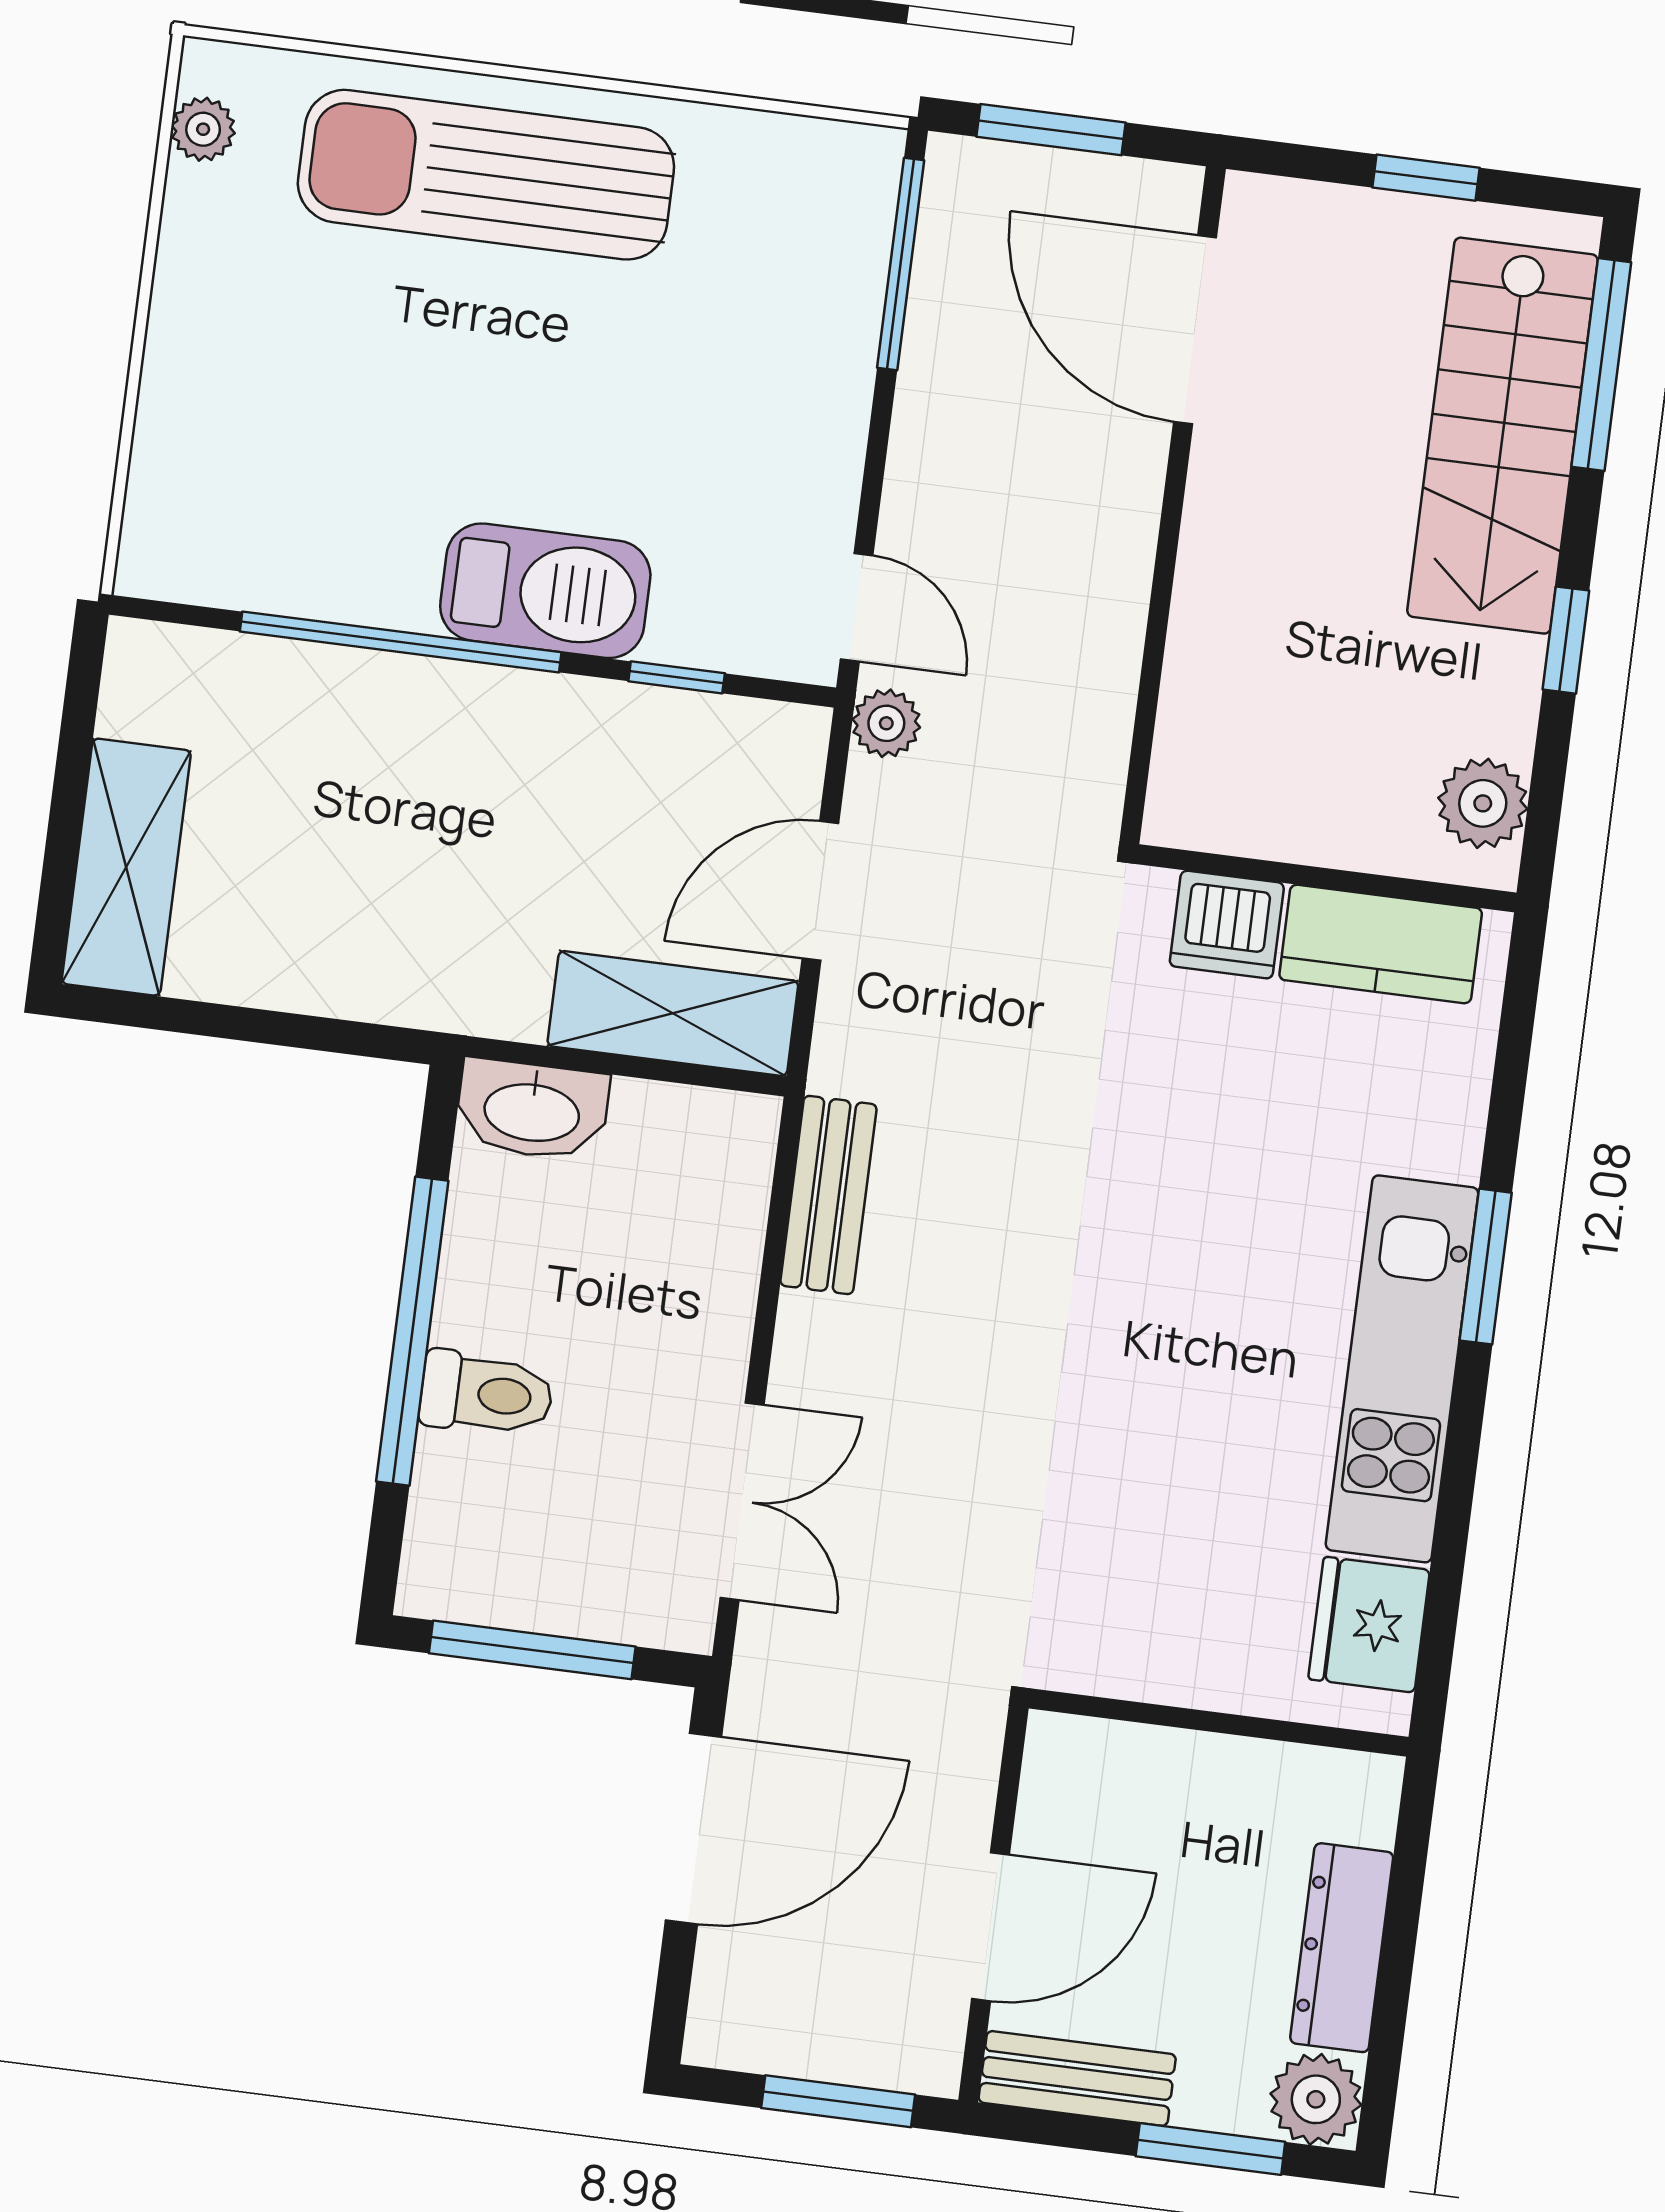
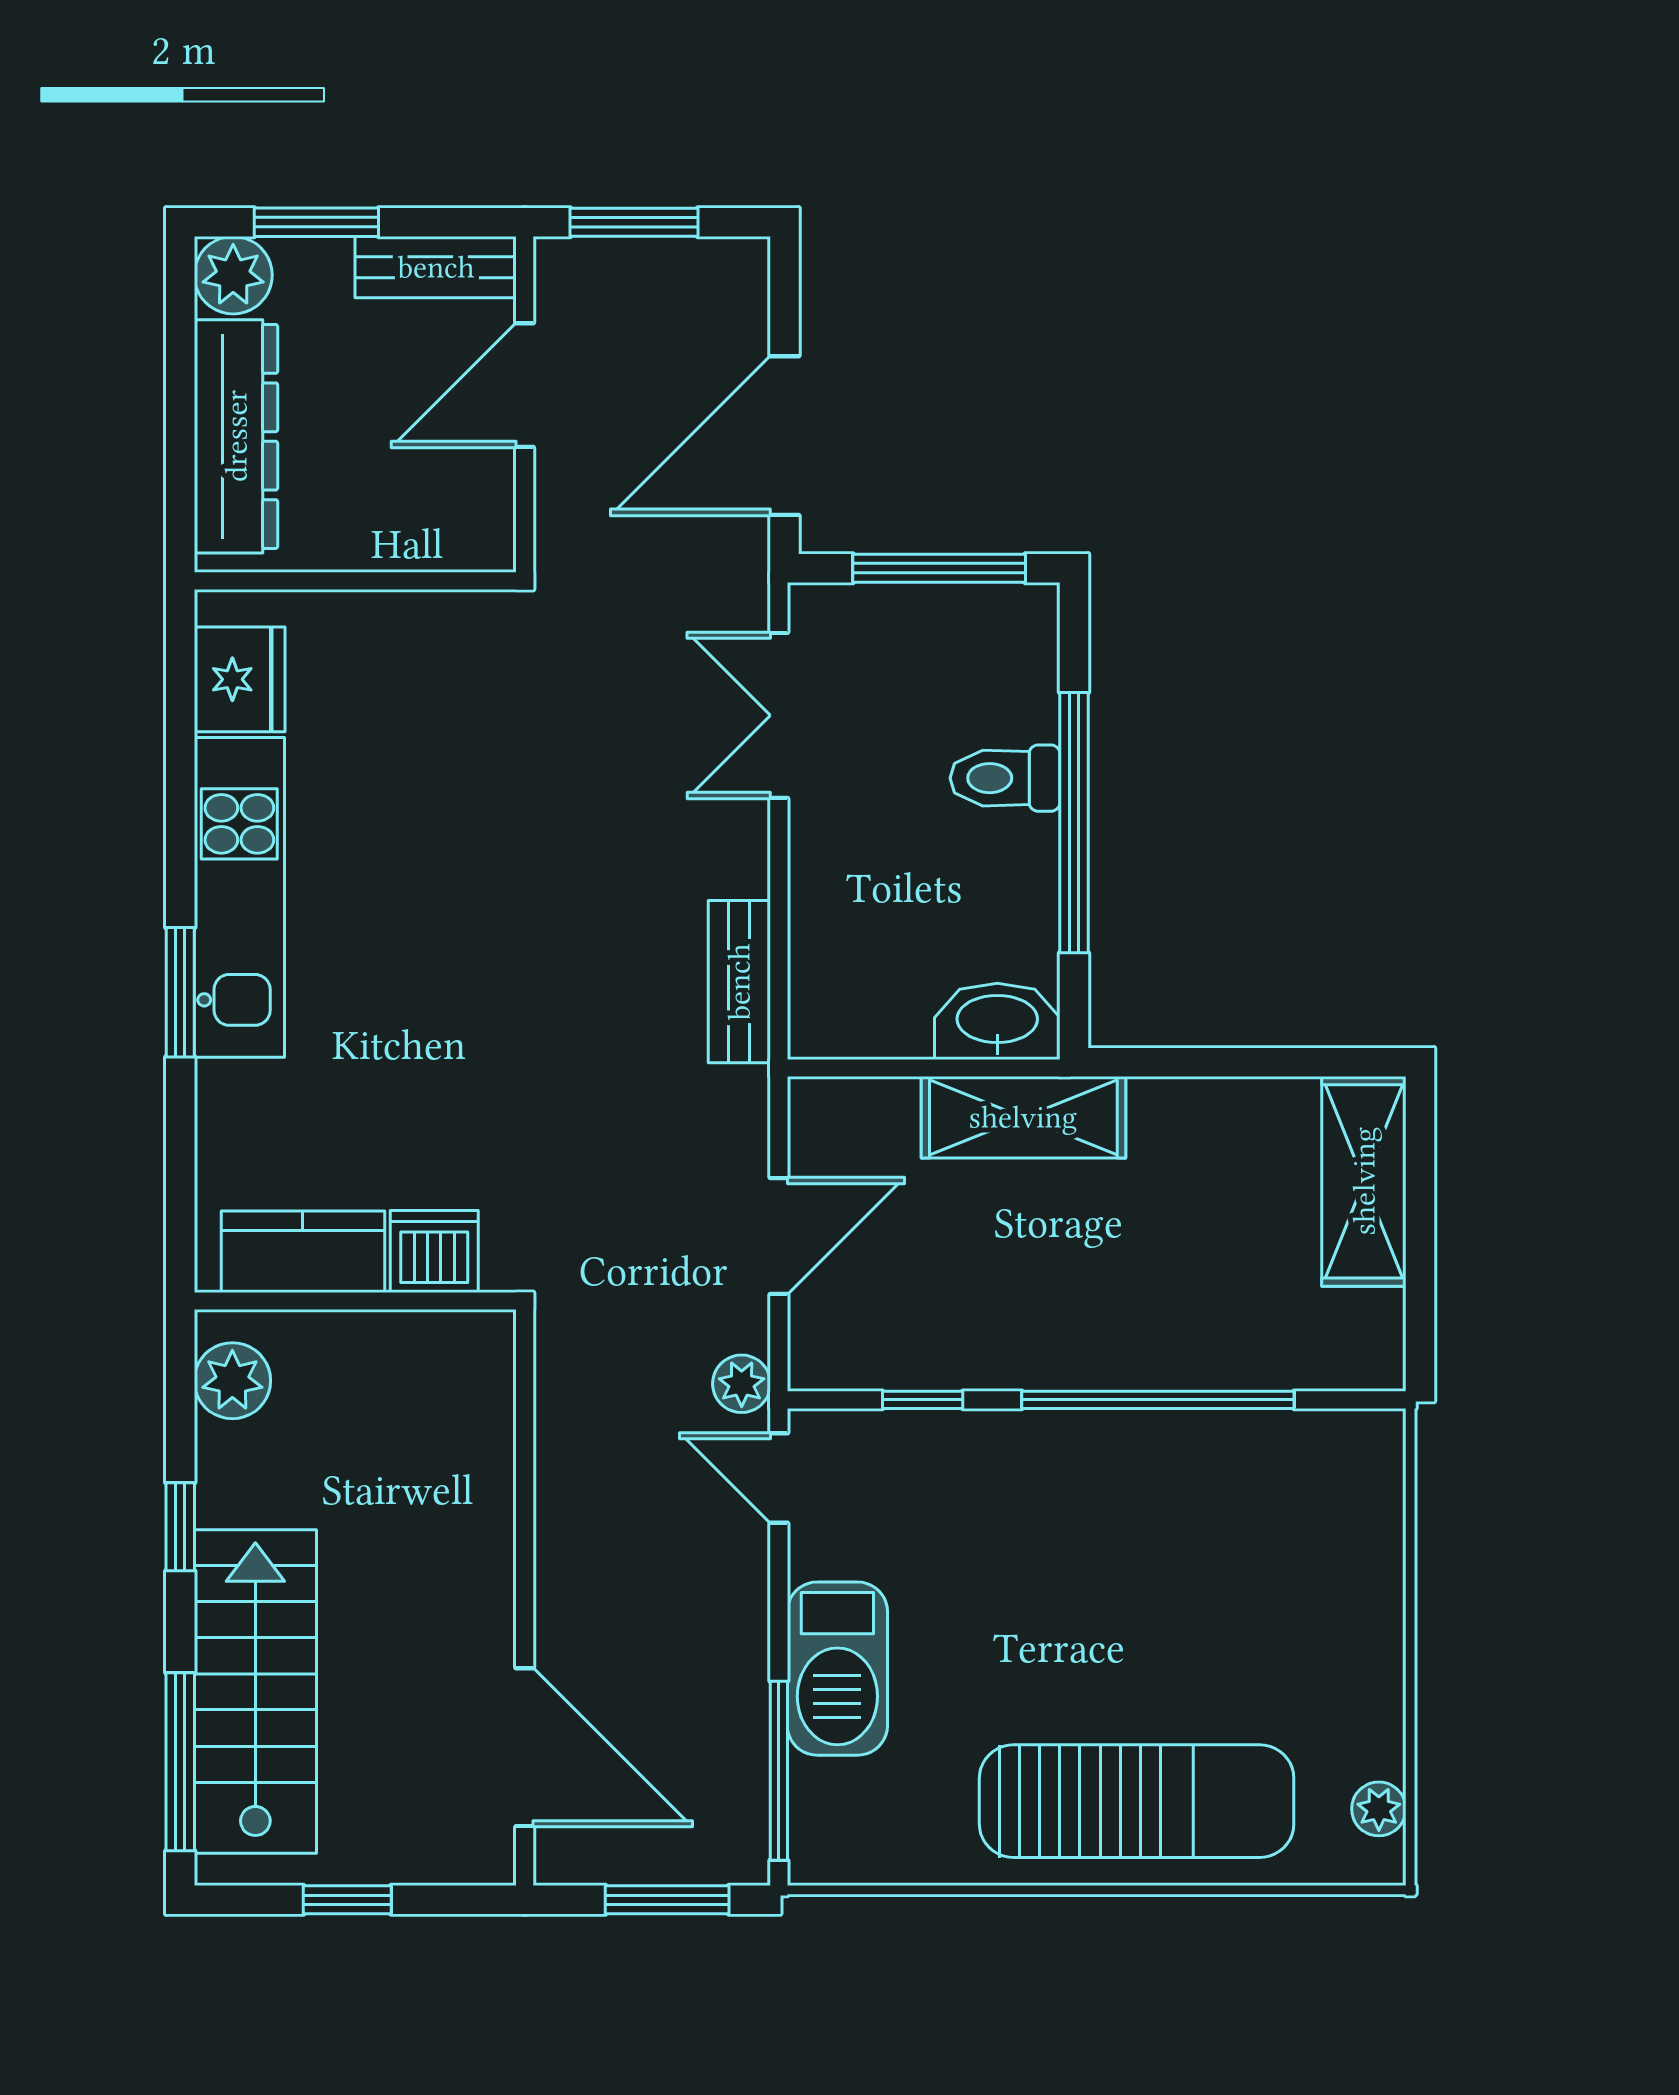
barbecue: (545, 591) -> (837, 1669), moved, turned -90
shelving: (673, 1013) -> (1023, 1117), moved
dresser: (1342, 1948) -> (236, 436), width x1.37, depth x1.24

